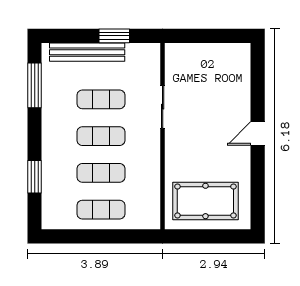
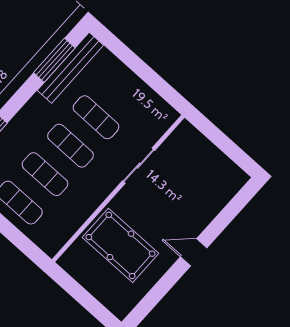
window: (114, 36) -> (150, 77), removed
bench: (87, 52) -> (70, 68), moved, turned 90
pool table: (205, 201) -> (120, 245), moved

